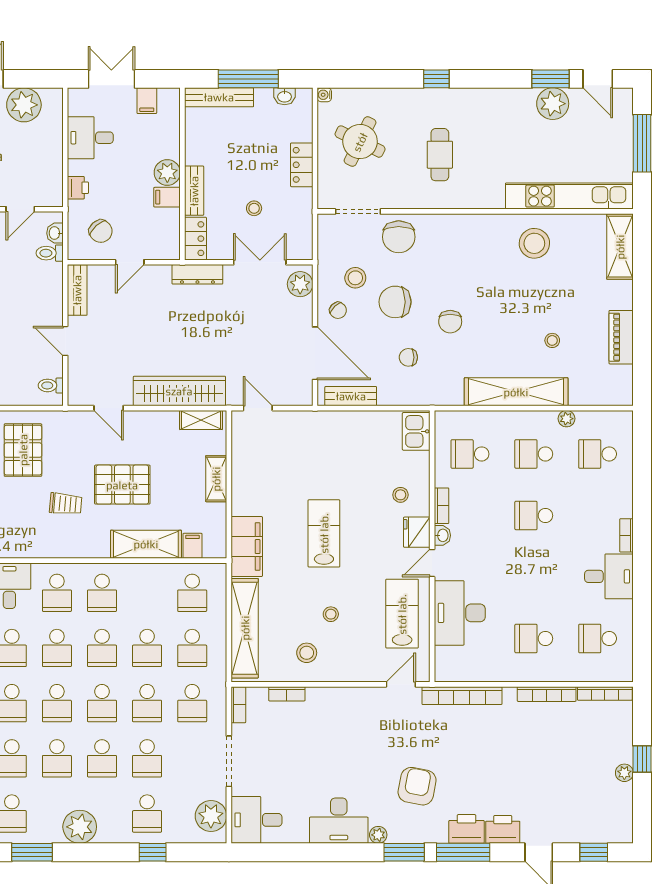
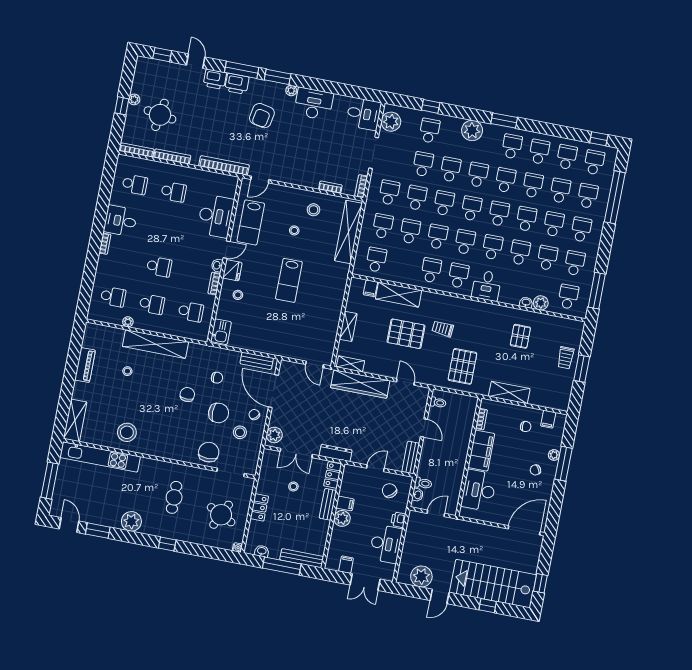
plant: (553, 104) -> (131, 521), moved
desk: (90, 138) -> (386, 544), width x1.37
filing cabinet: (247, 547) -> (338, 281), removed
round table: (579, 756) -> (160, 115), added

